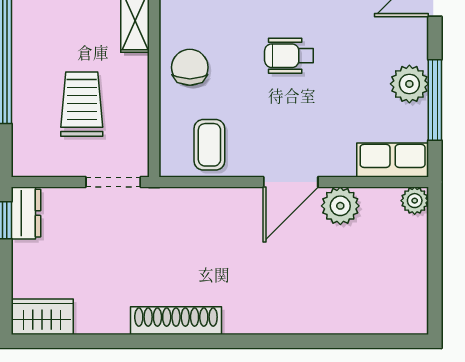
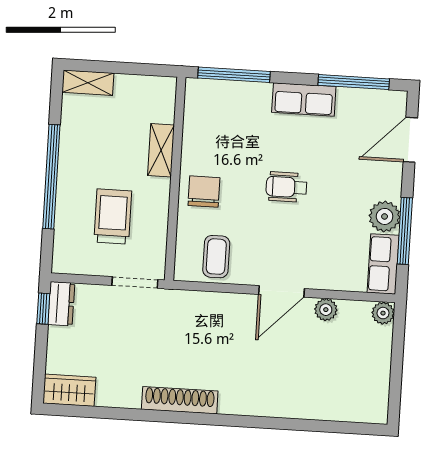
row of seats: (393, 160) -> (383, 264), moved, turned -90
plant: (340, 206) -> (326, 310), width x0.73, depth x0.73

